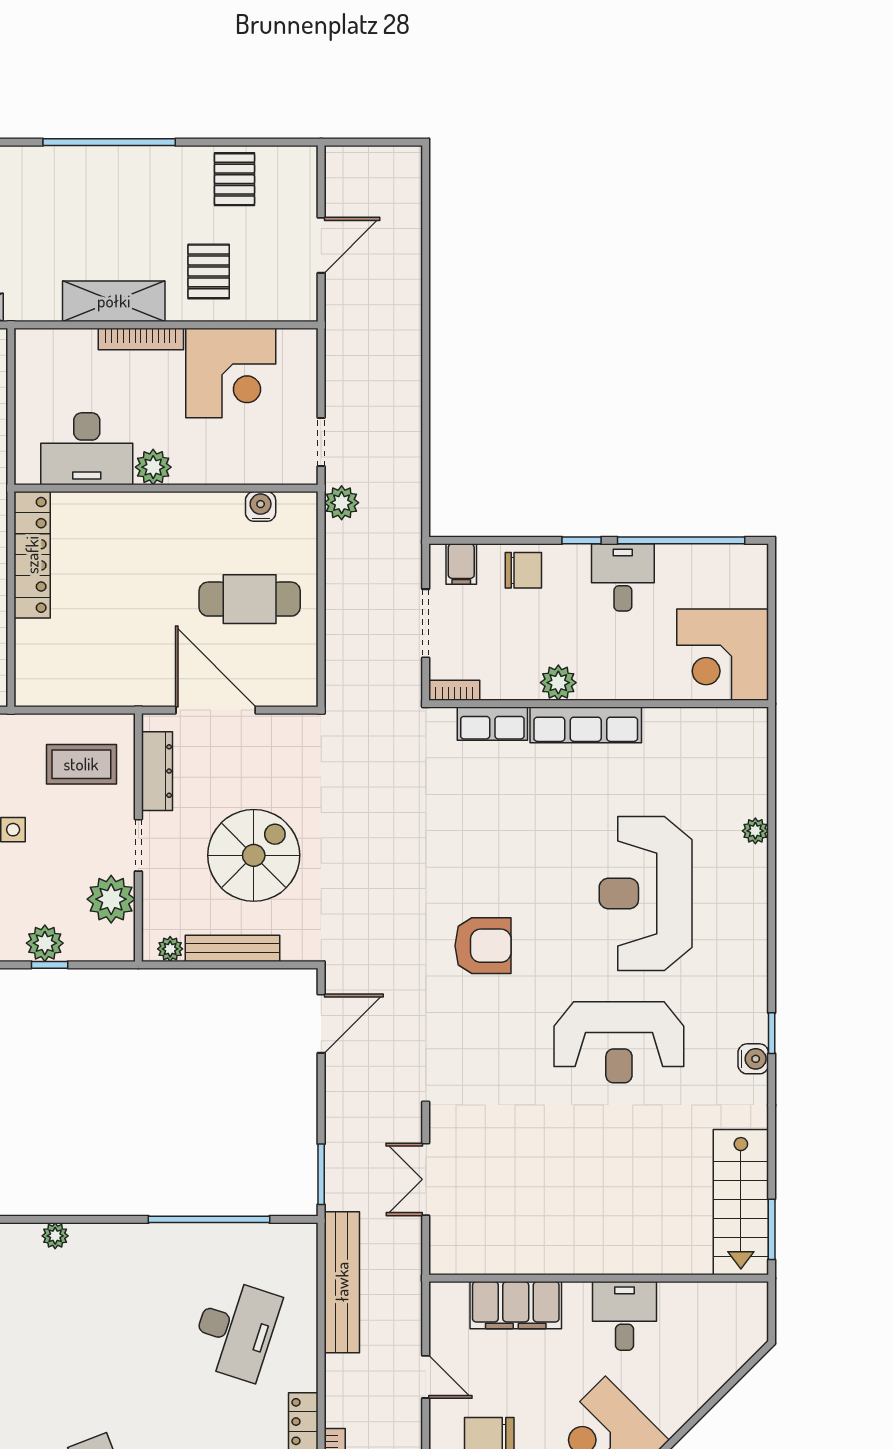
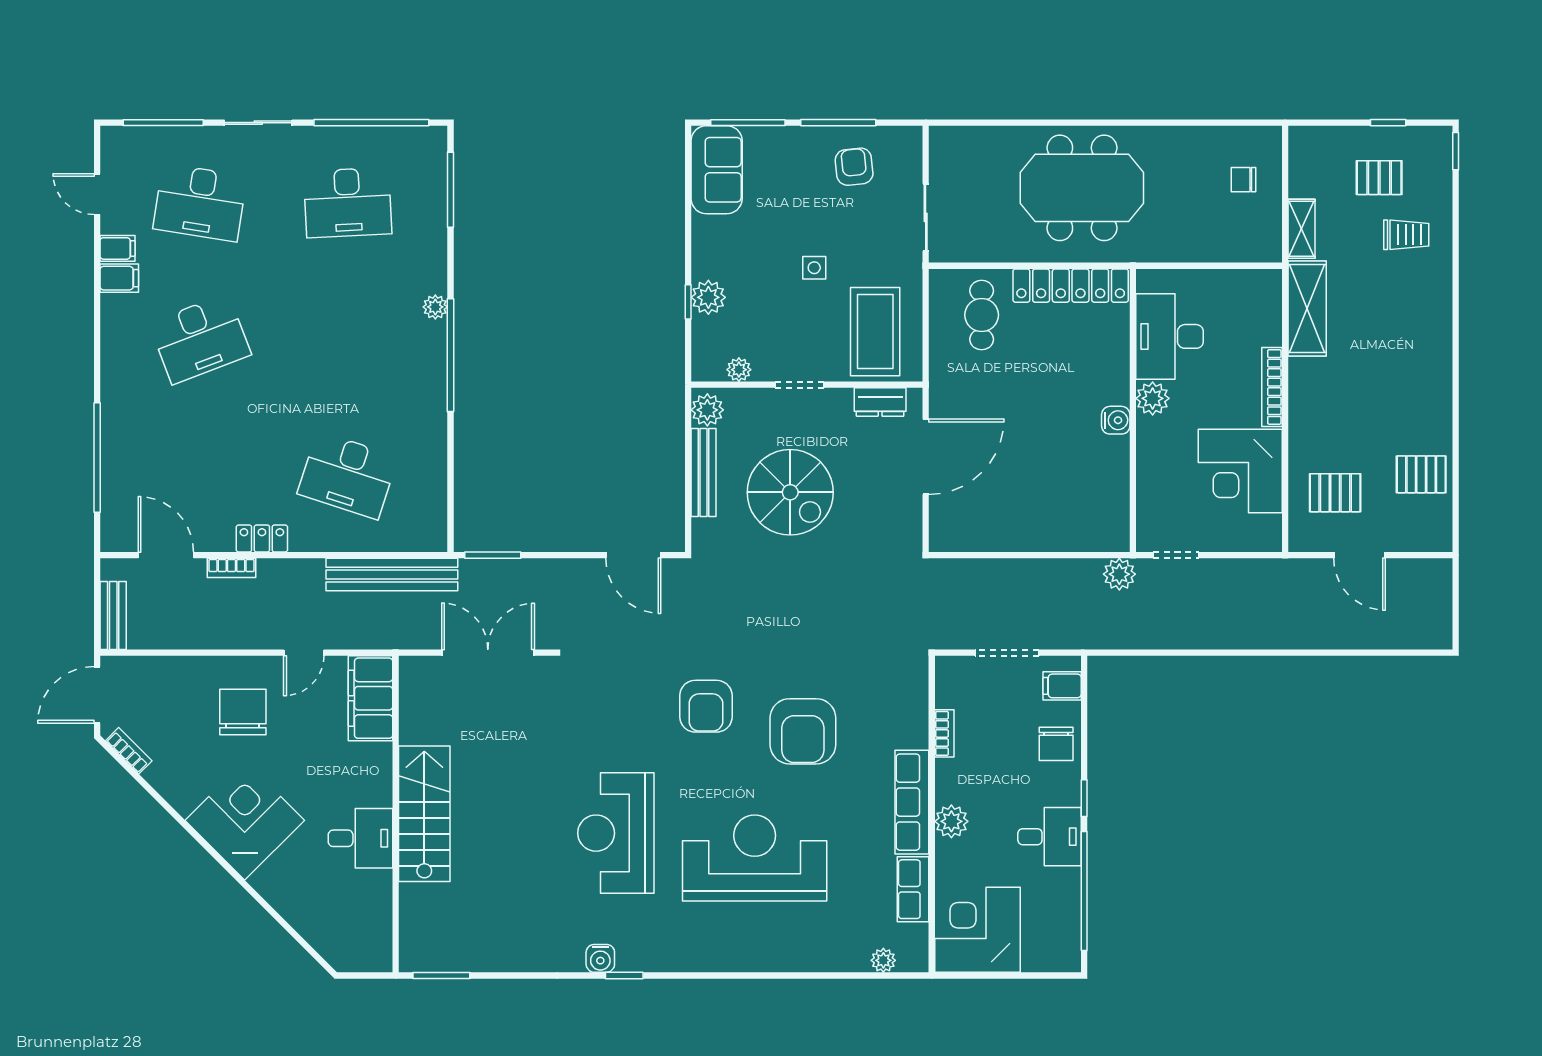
window: (109, 142) -> (1456, 357), removed
pallet: (209, 271) -> (1335, 493), moved
shelving: (114, 301) -> (1307, 308), moved
water cooler: (261, 506) -> (1116, 420), moved
cafe table: (250, 599) -> (982, 315), moved, width x0.73, depth x0.74
plant: (558, 683) -> (951, 821), moved
bookcase: (454, 690) -> (944, 733), moved
row of seats: (492, 724) -> (913, 889), moved
coffee table: (81, 764) -> (875, 332), width x1.36, depth x1.32
dresser: (157, 771) -> (880, 402), width x0.70
plant: (755, 831) -> (883, 960), moved
armchair: (510, 842) -> (803, 731), added
plant: (111, 899) -> (739, 370), width x0.53, depth x0.53
plant: (170, 949) -> (707, 410), width x1.38, depth x1.38
double door: (426, 1179) -> (488, 653), width x1.37
stairs: (741, 1202) -> (424, 814), moved, turned 90
window: (209, 1219) -> (450, 355), moved
filing cabinet: (516, 1305) -> (371, 698), moved

